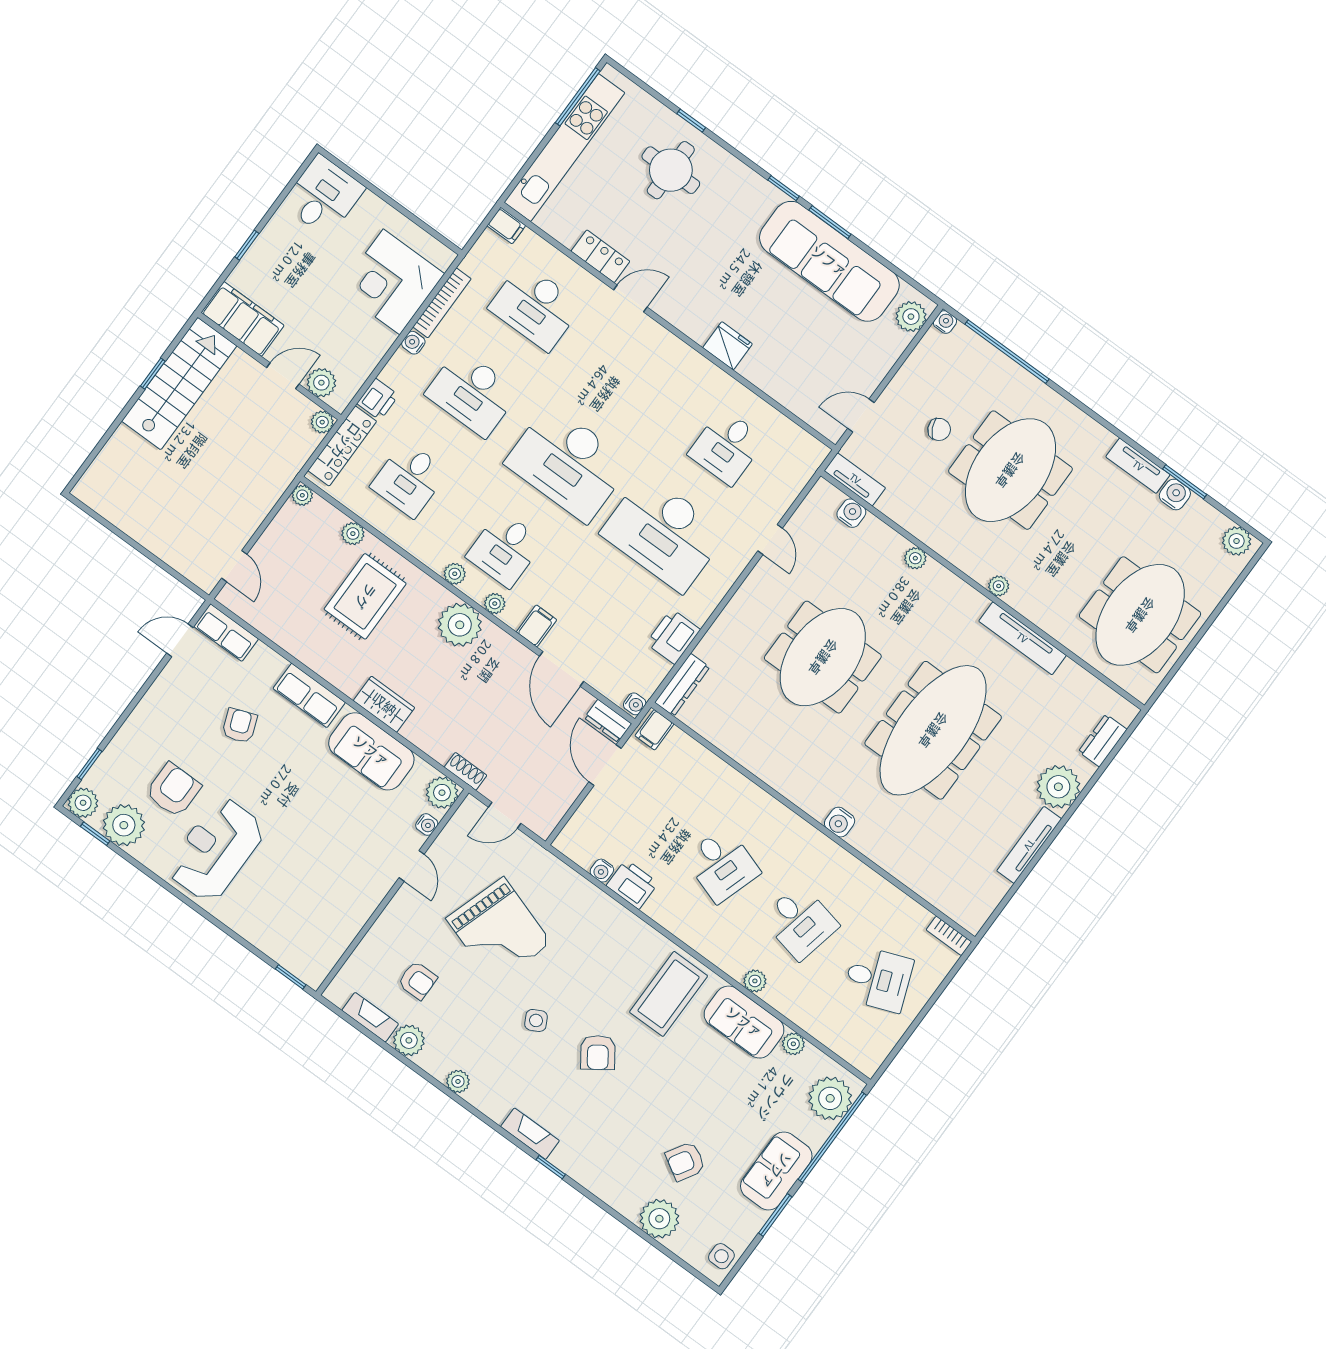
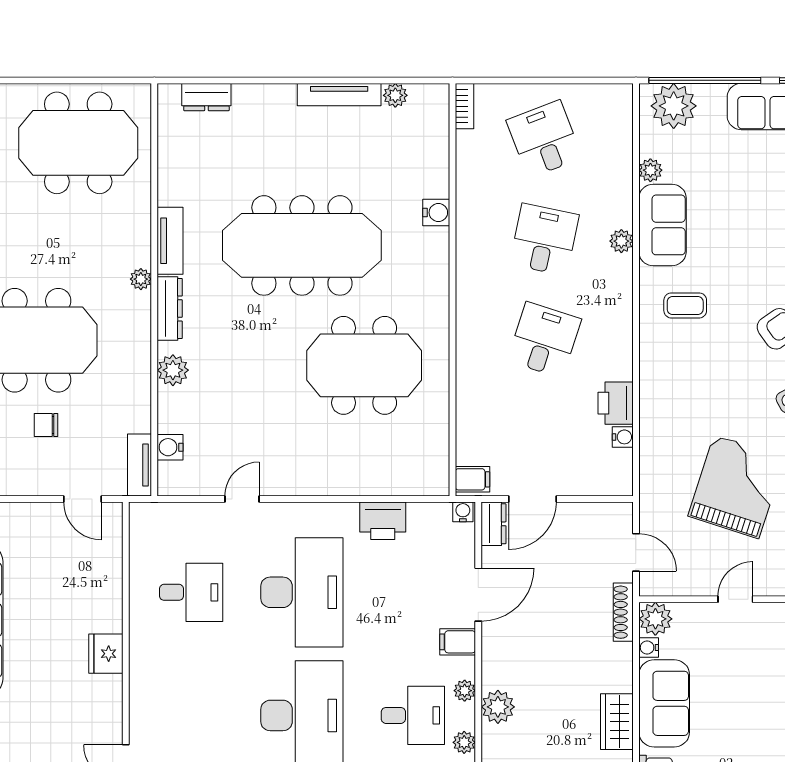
chair: (939, 429) -> (46, 425), turned -64
plant: (915, 558) -> (173, 370), width x1.38, depth x1.38
plant: (460, 625) -> (498, 707), width x0.73, depth x0.73
tv unit: (1022, 638) -> (170, 241), width x0.71
meeting table: (823, 657) -> (364, 365), moved
dresser: (682, 685) -> (170, 308), moved, turned 90
shoe rack: (466, 771) -> (623, 612), width x1.43
plant: (1058, 787) -> (395, 95), moved, width x0.53, depth x0.53
water cooler: (840, 822) -> (436, 213), moved
water cooler: (427, 825) -> (649, 648), moved, turned -90
coffee table: (669, 994) -> (685, 305), width x0.54, depth x0.58

